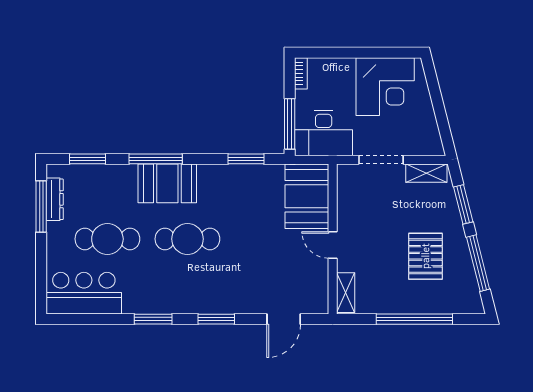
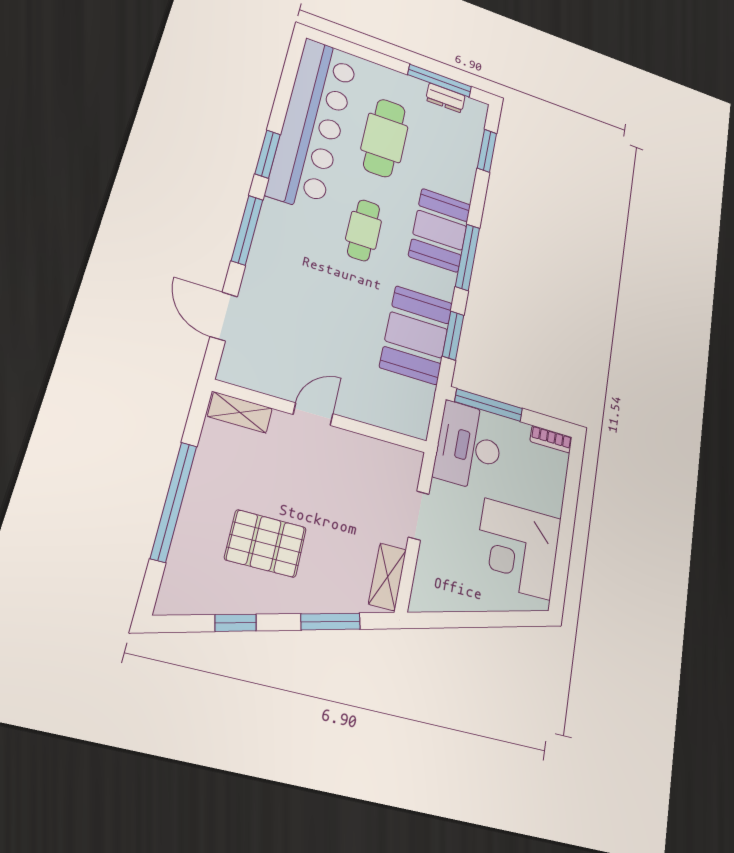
window: (156, 159) -> (467, 257), moved
doorway: (381, 160) -> (419, 516), width x0.73
booth: (307, 196) -> (416, 335), moved, turned 90
dresser: (55, 199) -> (445, 98), width x0.70
cafe table: (187, 239) -> (364, 230), width x0.73, depth x0.74
window: (478, 263) -> (236, 623), width x0.46
bar counter: (84, 293) -> (313, 124), width x1.86
window: (216, 319) -> (247, 230), width x1.44

